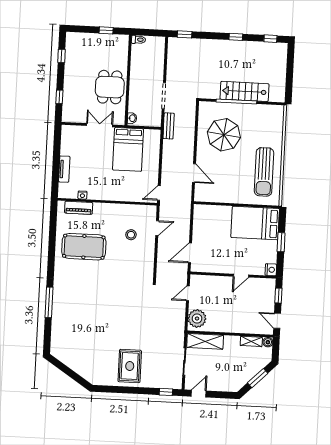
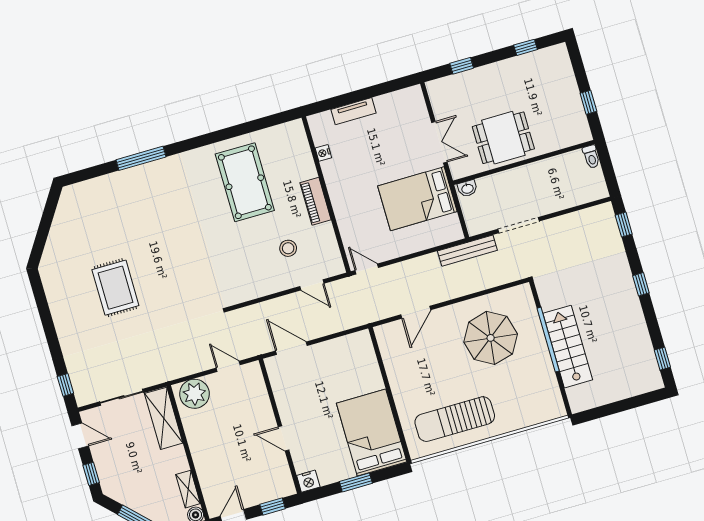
window: (236, 37) -> (641, 284), moved
bench: (169, 126) -> (467, 251), width x1.36
piano: (79, 208) -> (316, 201), moved
rug: (130, 366) -> (115, 288), moved, turned 90
window: (223, 395) -> (91, 474), added

